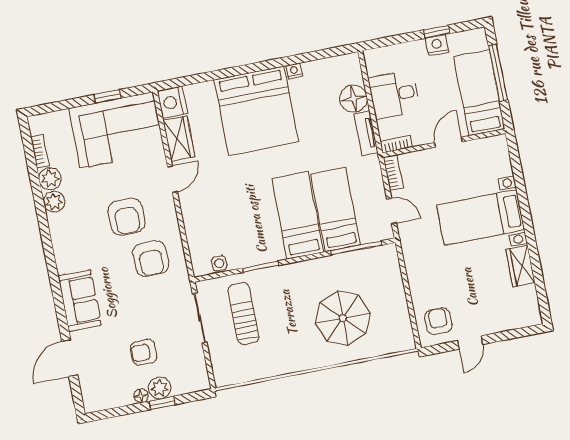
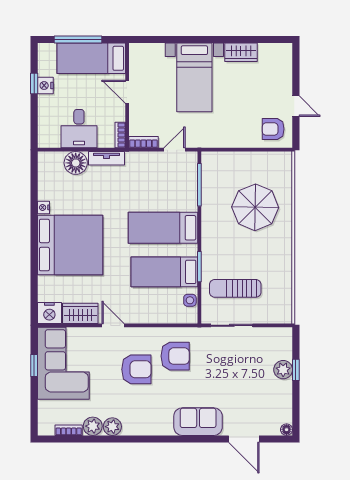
bed: (335, 210) -> (164, 272), moved
armchair: (144, 352) -> (251, 377), removed
floor lamp: (141, 396) -> (287, 430), moved

